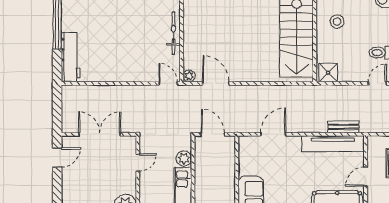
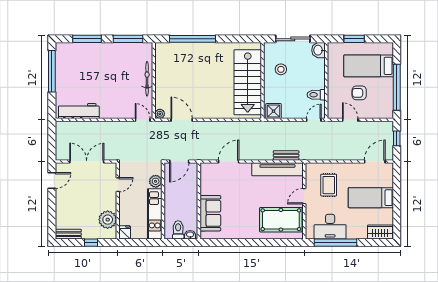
workbench: (71, 57) -> (79, 111), moved, turned -90
door: (213, 134) -> (179, 162), swing flipped

